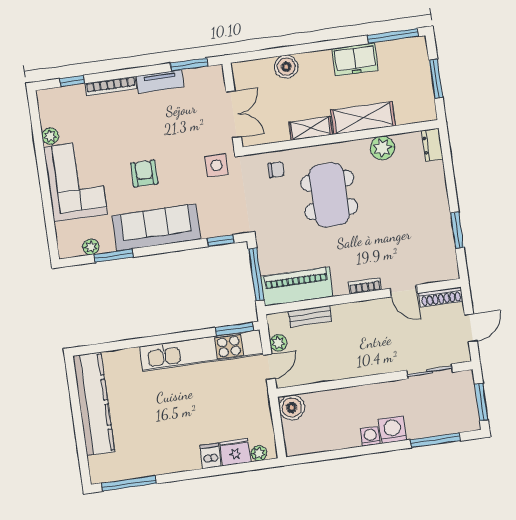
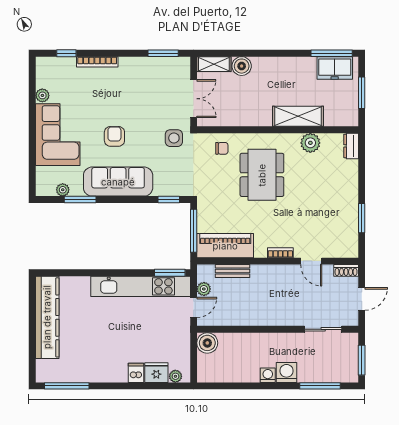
freezer: (355, 59) -> (335, 68), moved
tv unit: (160, 81) -> (138, 64), removed
shelving: (311, 128) -> (214, 64), moved
shoe rack: (441, 297) -> (346, 270), width x0.70

